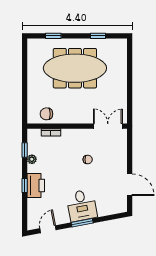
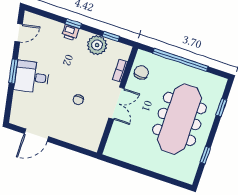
window: (25, 84) -> (180, 60), added
double door: (108, 126) -> (117, 103), moved
plant: (32, 159) -> (97, 45), width x1.87, depth x1.87
printer: (36, 185) -> (70, 32), width x0.53, depth x0.68
door: (48, 229) -> (19, 33), hinge flipped

